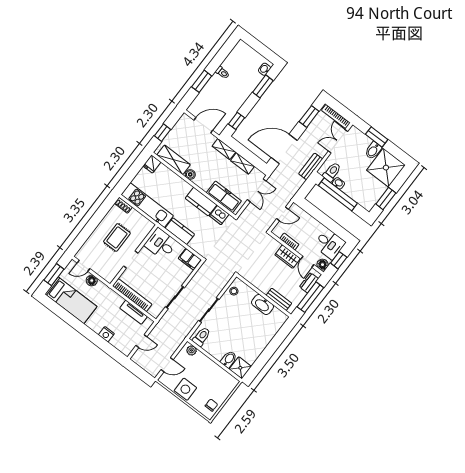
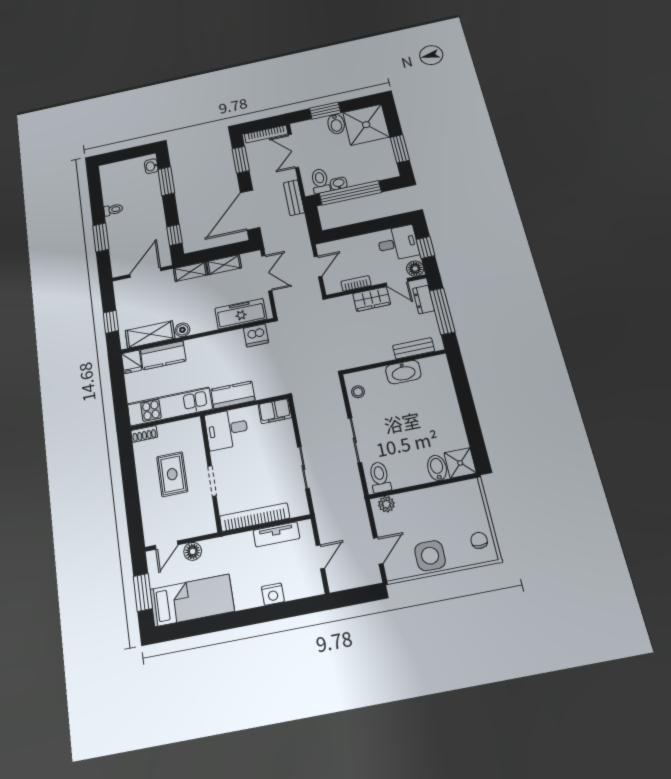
kitchen counter: (201, 202) -> (163, 355), moved

